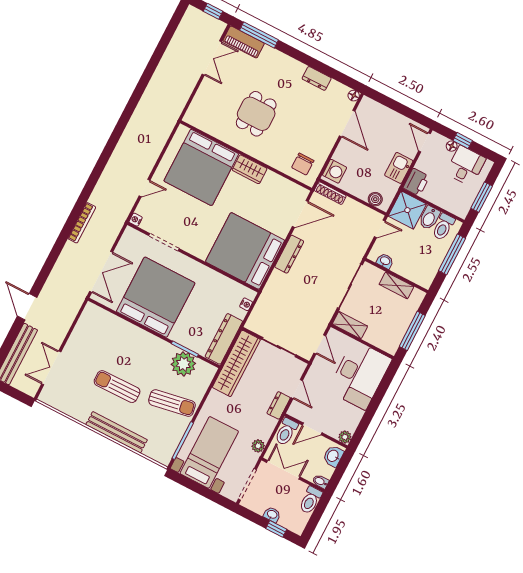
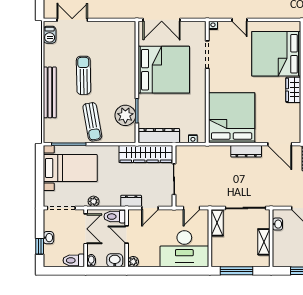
barbecue: (54, 400) -> (50, 35), added

